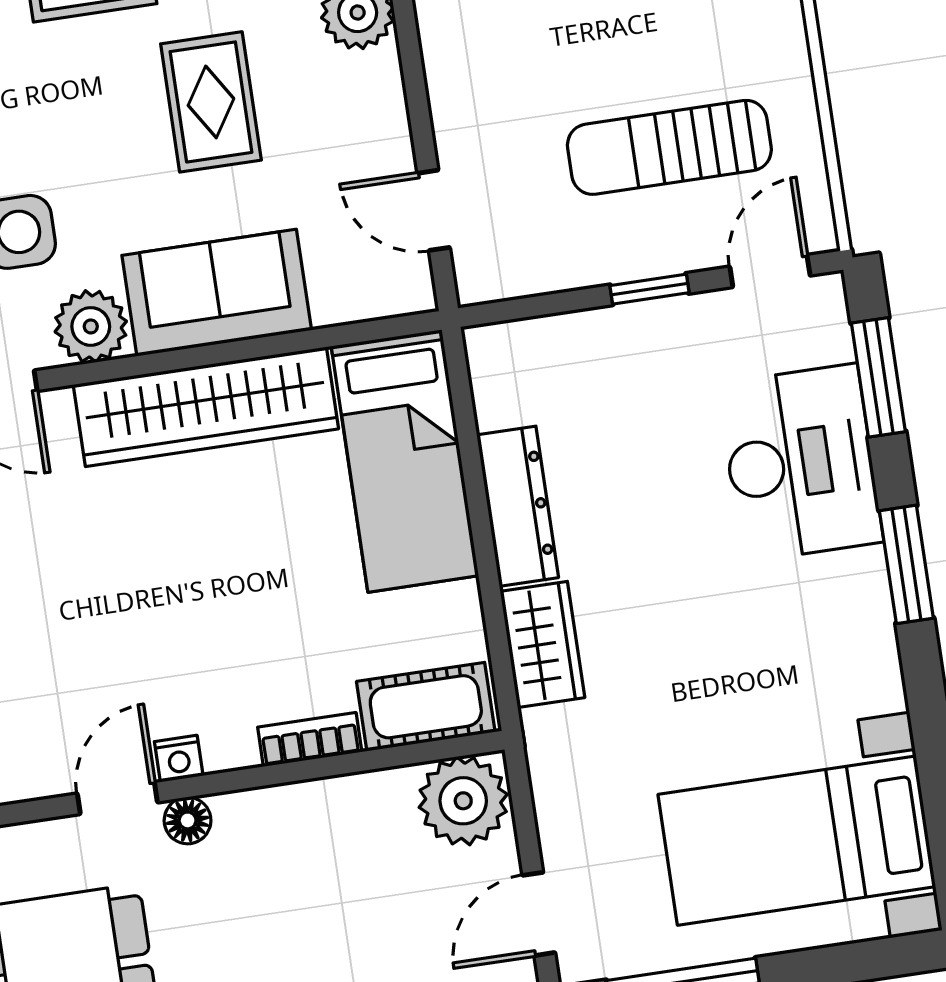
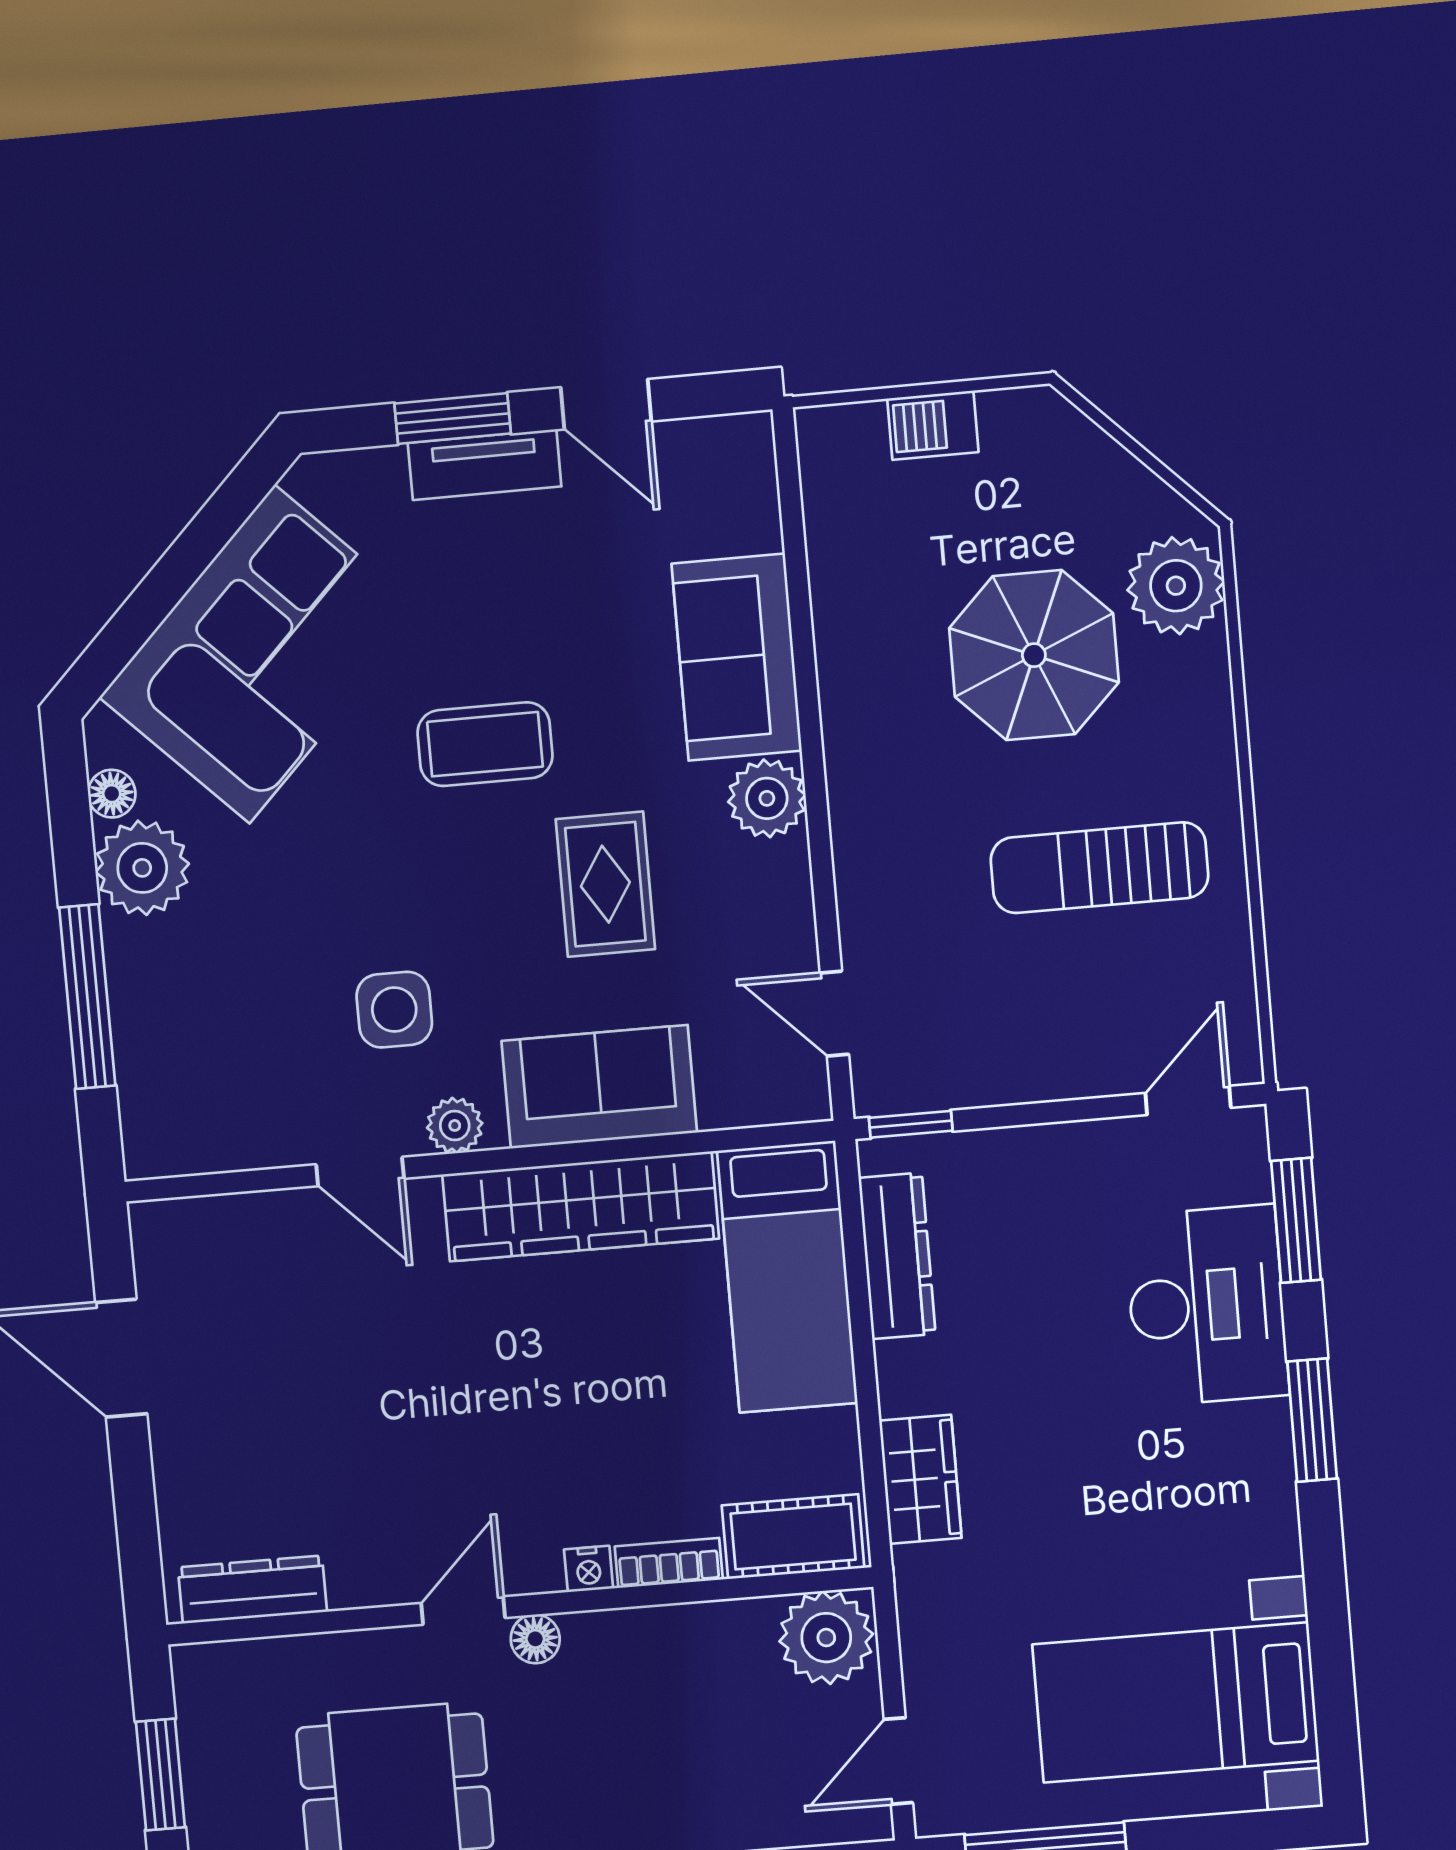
sun lounger: (669, 147) -> (1099, 868), moved
window: (649, 289) -> (911, 1124), moved
plant: (91, 326) -> (455, 1125), width x0.73, depth x0.73
dresser: (518, 506) -> (897, 1256), moved
nightstand: (179, 759) -> (589, 1569), moved

